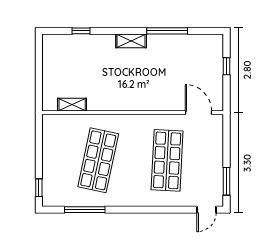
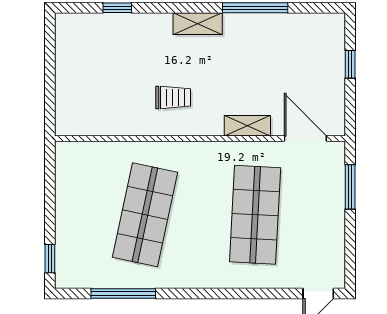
trolley: (116, 87) -> (173, 97), added
shelving: (72, 105) -> (247, 126), moved
window: (226, 181) -> (350, 187), moved

